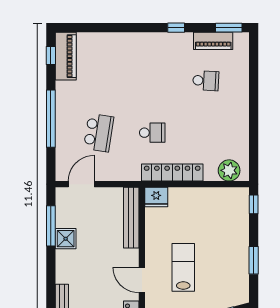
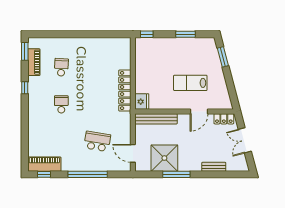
school desk: (152, 133) -> (61, 104), moved
plant: (229, 170) -> (123, 51), removed
window: (51, 226) -> (176, 174), moved
shower: (66, 239) -> (164, 158), width x1.86, depth x1.86

